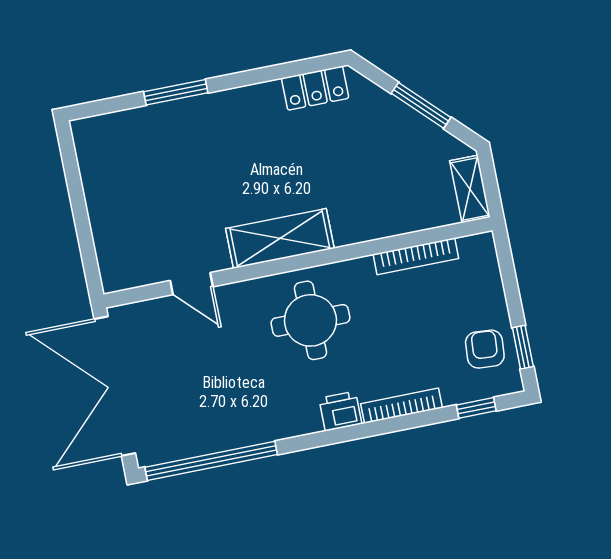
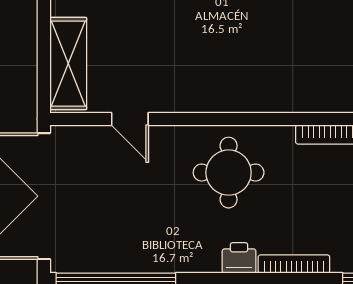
shelving: (280, 238) -> (68, 64), moved, turned 90

